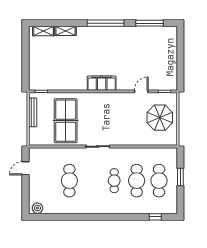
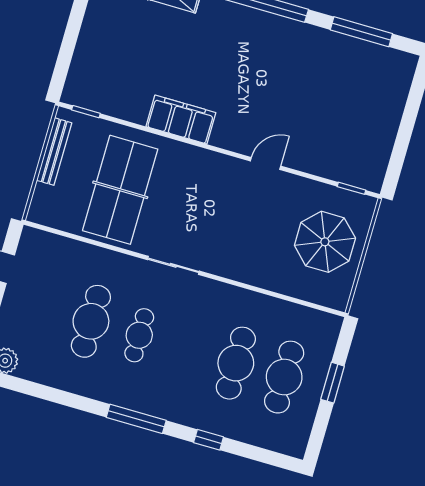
filing cabinet: (102, 83) -> (181, 120), moved
door: (141, 91) -> (265, 163), moved
cafe table: (114, 181) -> (139, 335), moved
window: (101, 217) -> (136, 419), added
window: (155, 217) -> (209, 440), moved

